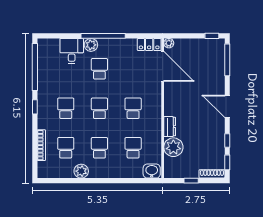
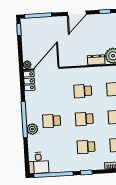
desk: (72, 51) -> (39, 163), moved, turned -90

